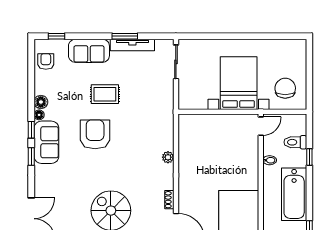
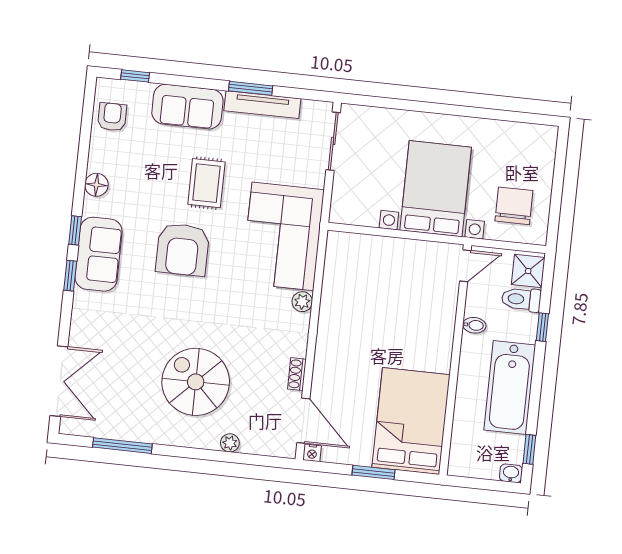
rug: (105, 94) -> (206, 183), turned 90
floor lamp: (39, 115) -> (91, 206), removed
corner sofa: (153, 120) -> (283, 236), added
shower: (298, 125) -> (528, 271), added
armchair: (95, 134) -> (182, 250), turned 180

